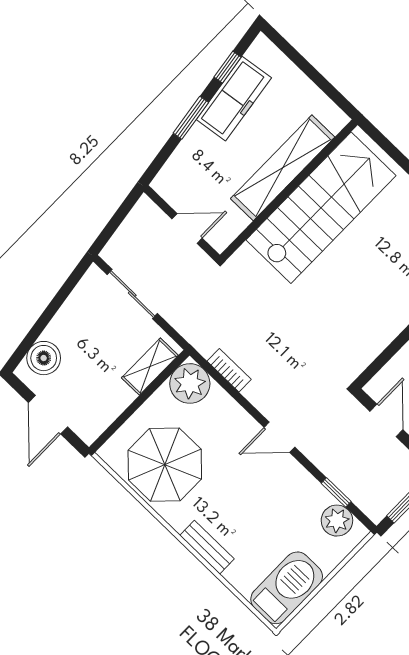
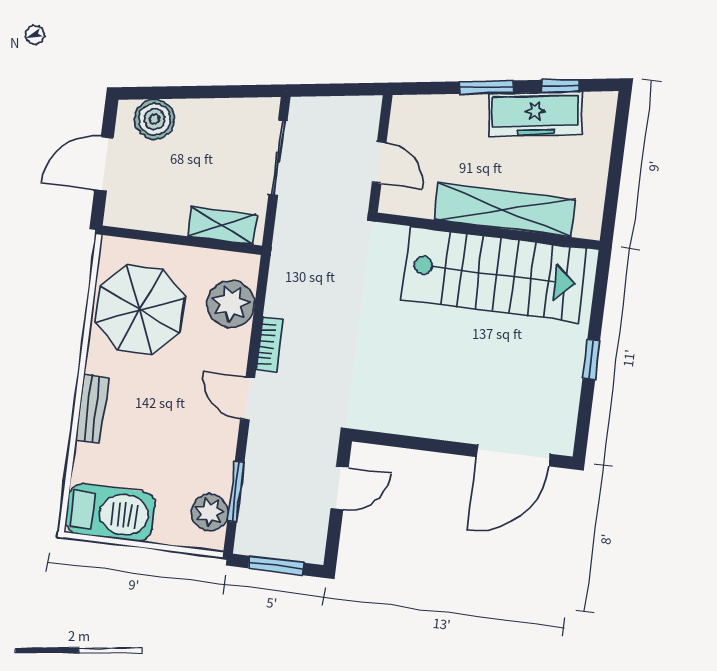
bookcase: (229, 370) -> (270, 345), moved
plant: (190, 383) -> (231, 304), moved
window: (336, 492) -> (236, 492), width x1.50

